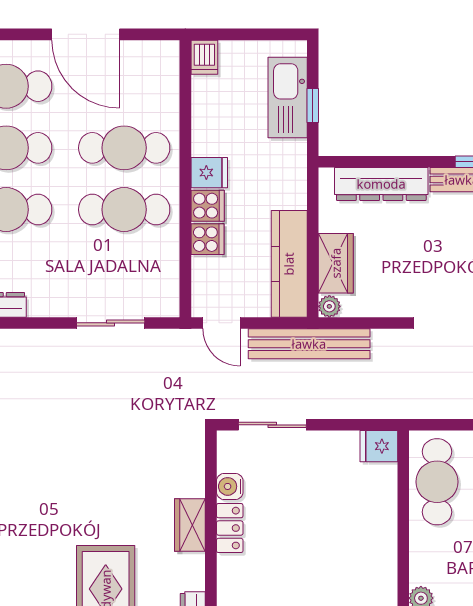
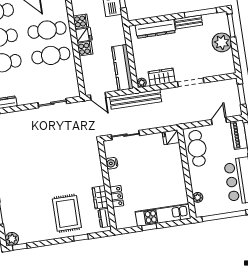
cooker: (207, 239) -> (81, 21), moved
wardrobe: (336, 263) -> (162, 77), moved, turned -90
wardrobe: (190, 525) -> (100, 197), moved
locker: (230, 528) -> (117, 196), moved

